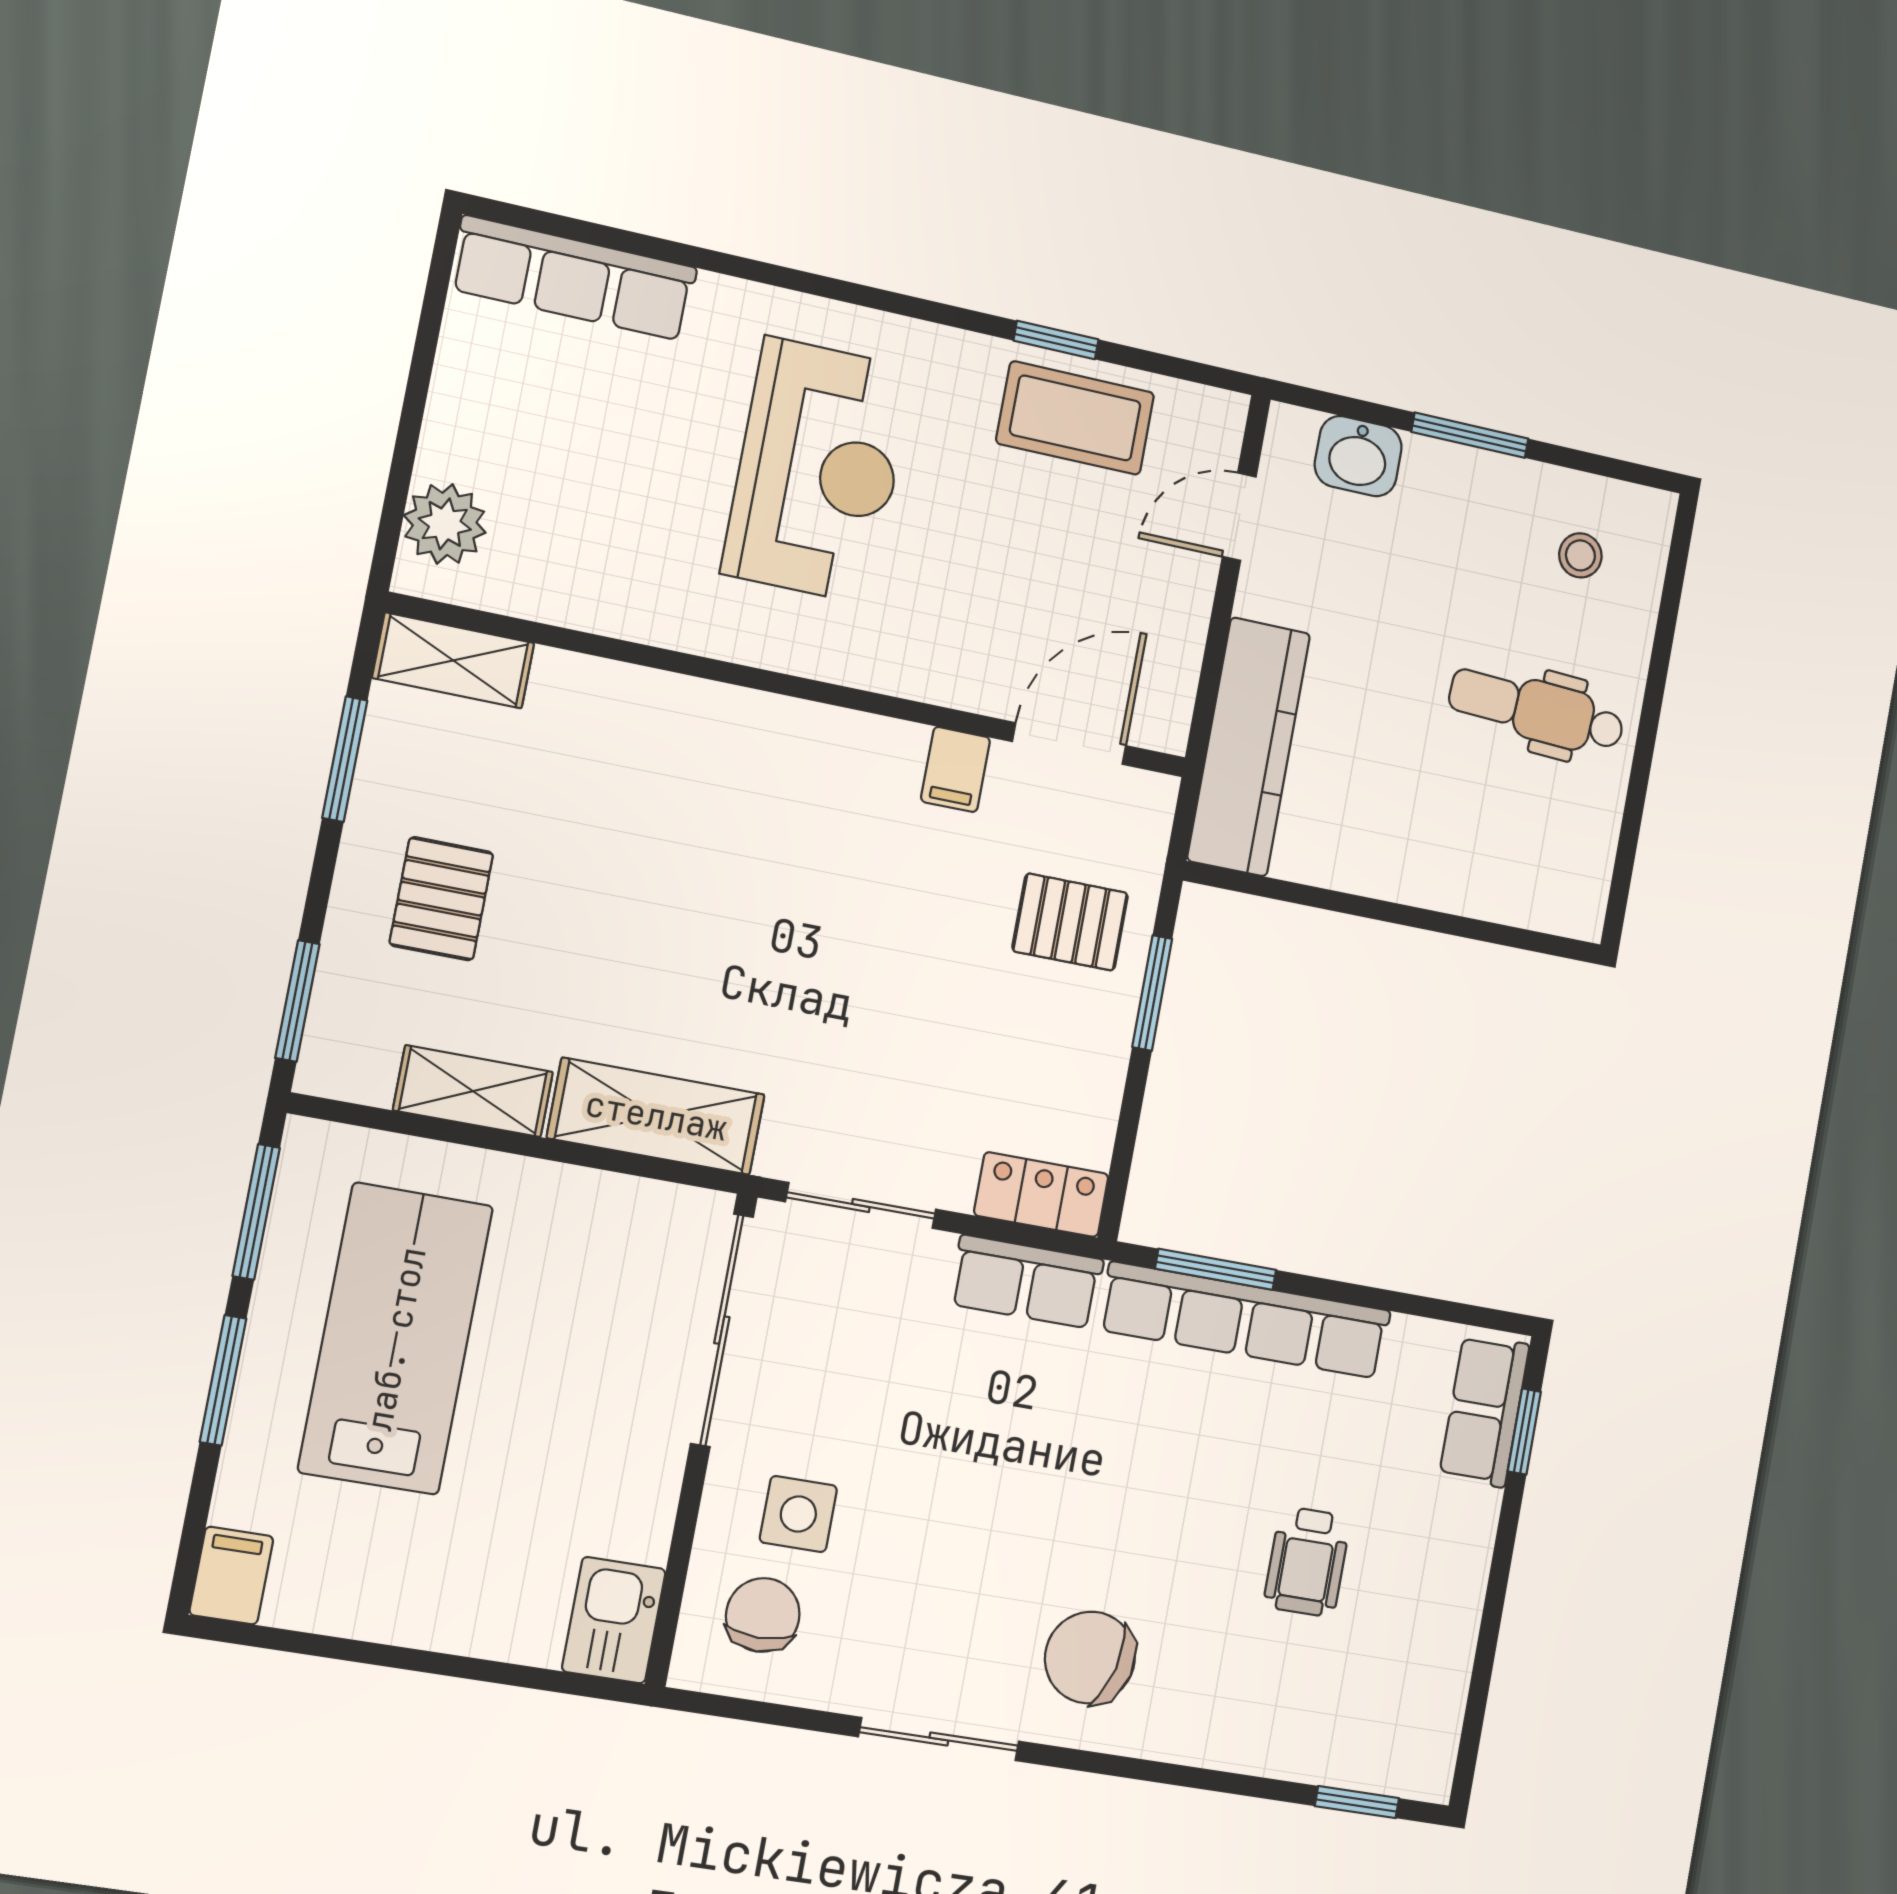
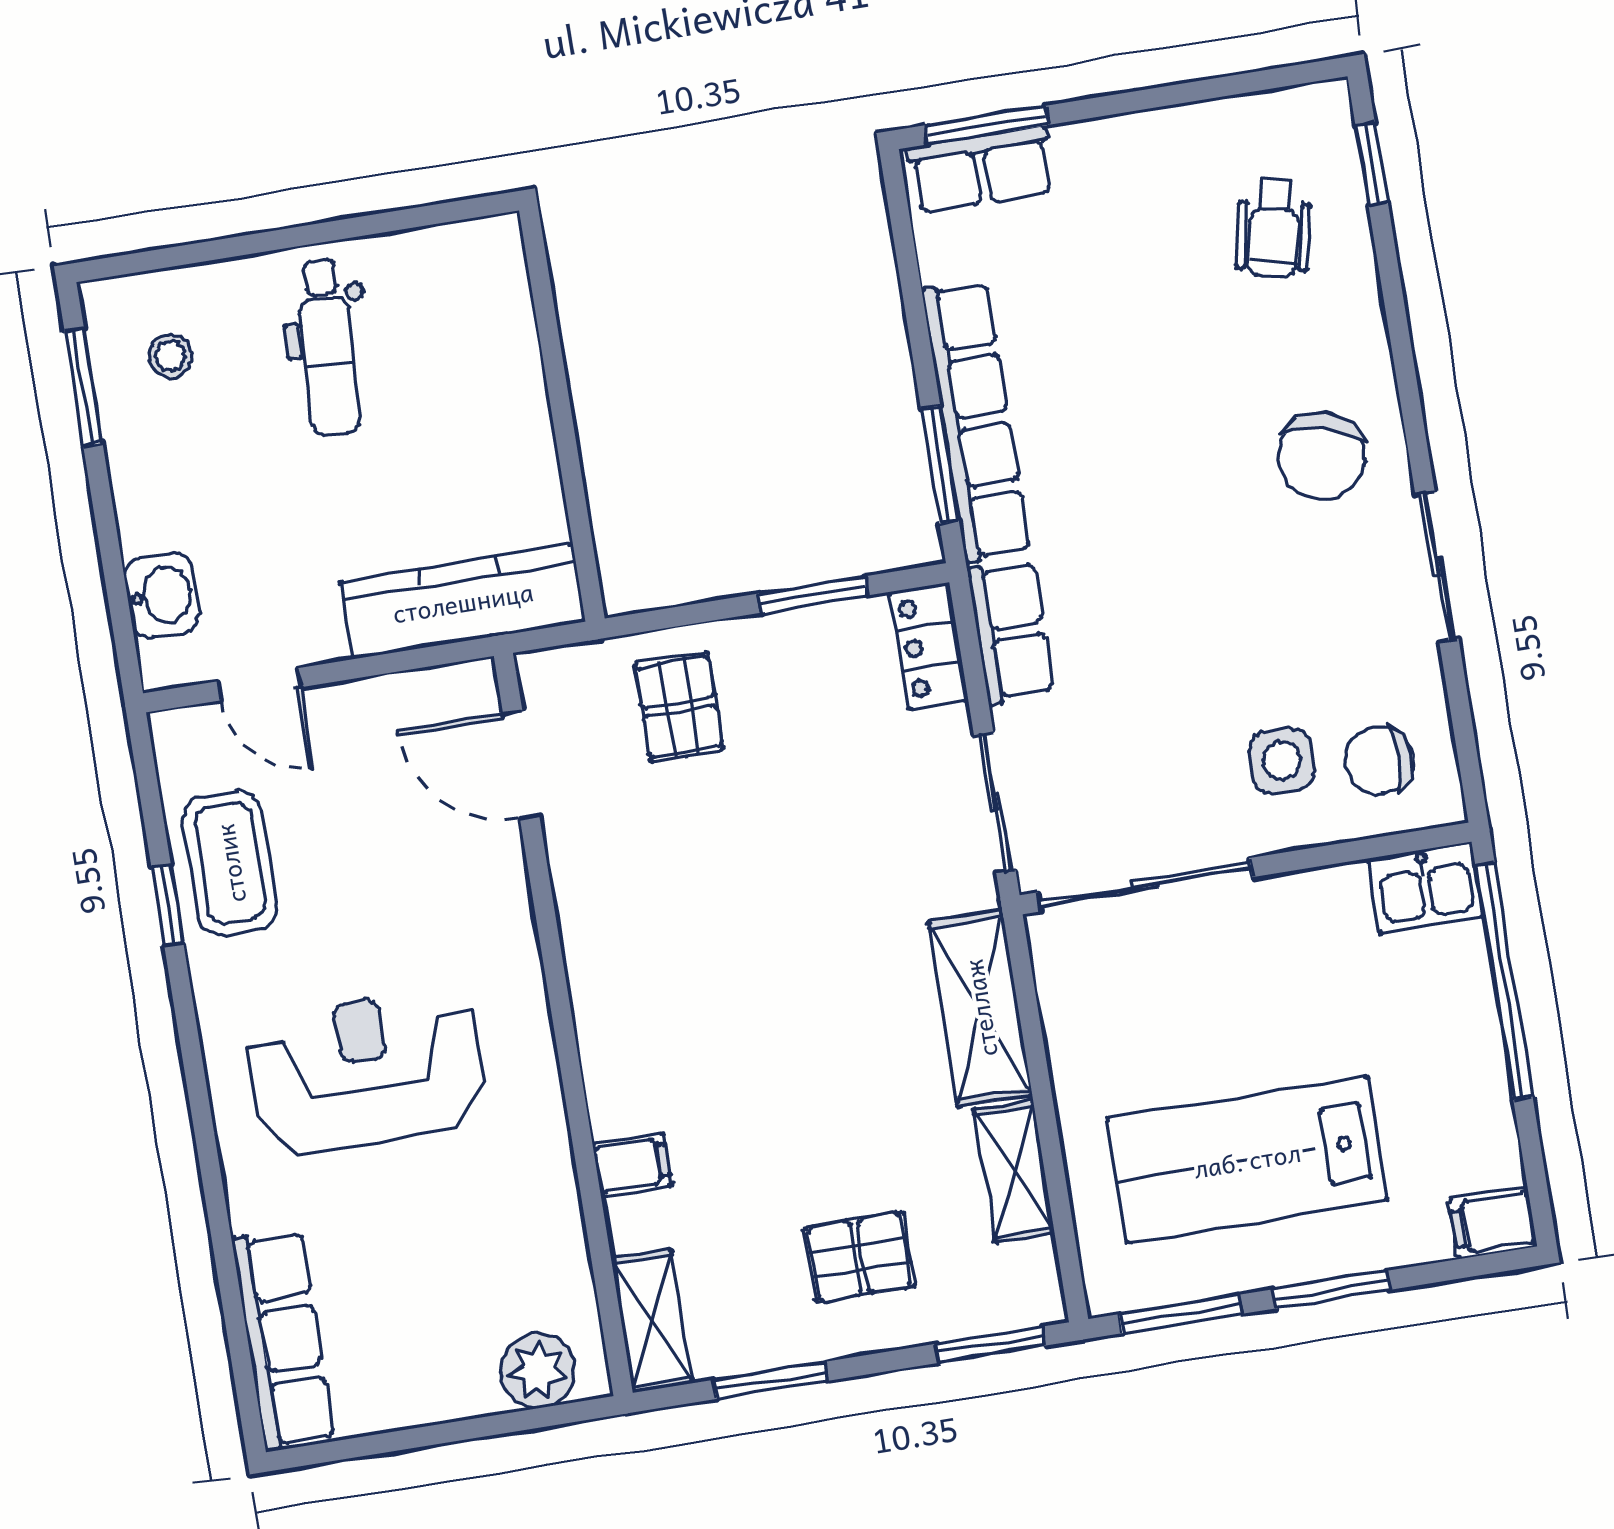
window: (1470, 435) -> (84, 387), moved
filing cabinet: (955, 769) -> (632, 1165), moved
window: (1152, 993) -> (813, 595), moved
window: (1524, 1431) -> (987, 125), width x1.50
wheelchair: (1307, 1562) -> (1274, 228), moved, turned 102
window: (486, 1671) -> (1504, 981), added

